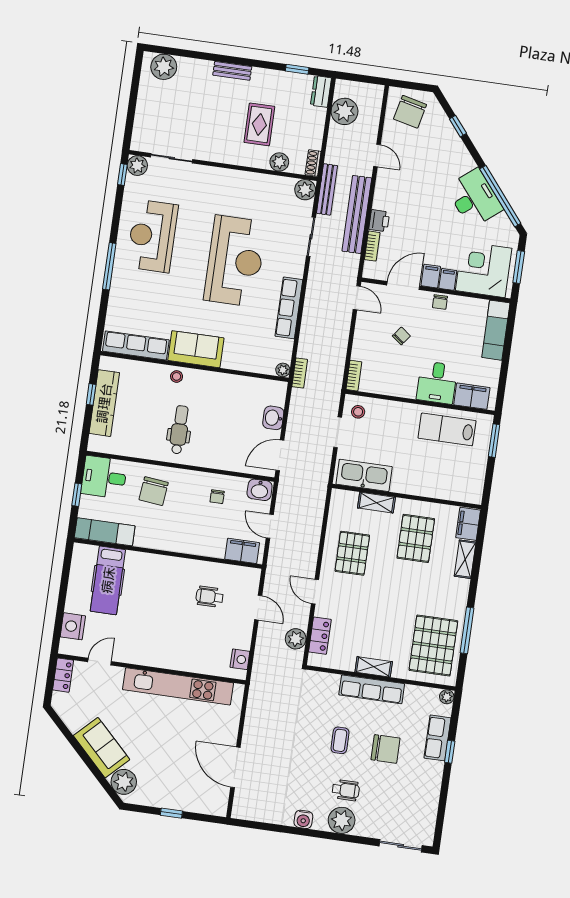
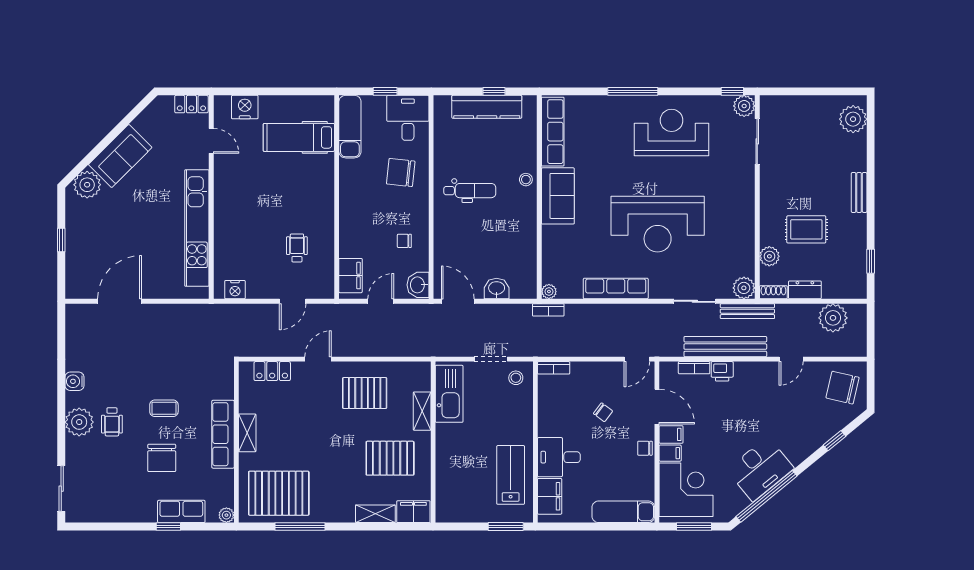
dresser: (321, 92) -> (805, 290), moved
plant: (296, 639) -> (265, 346), removed

